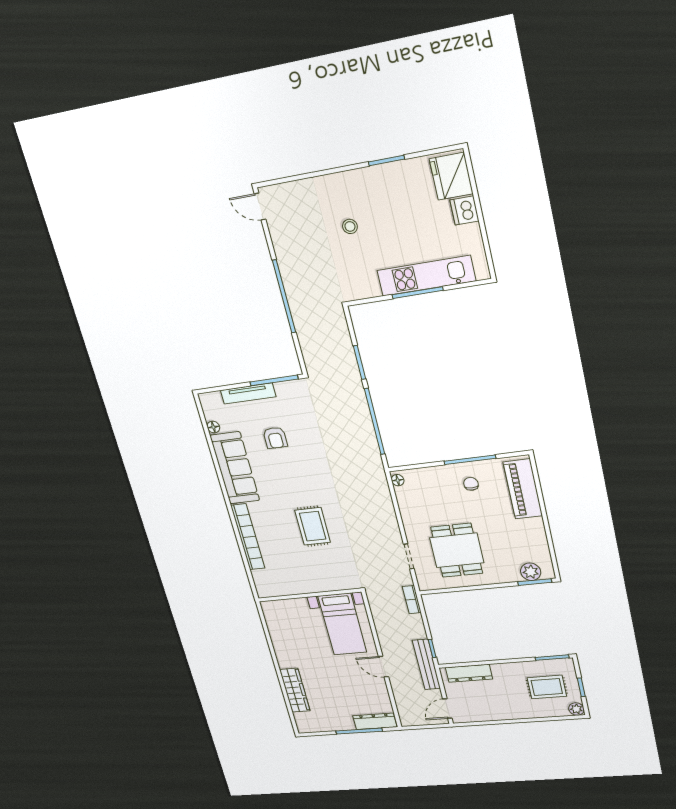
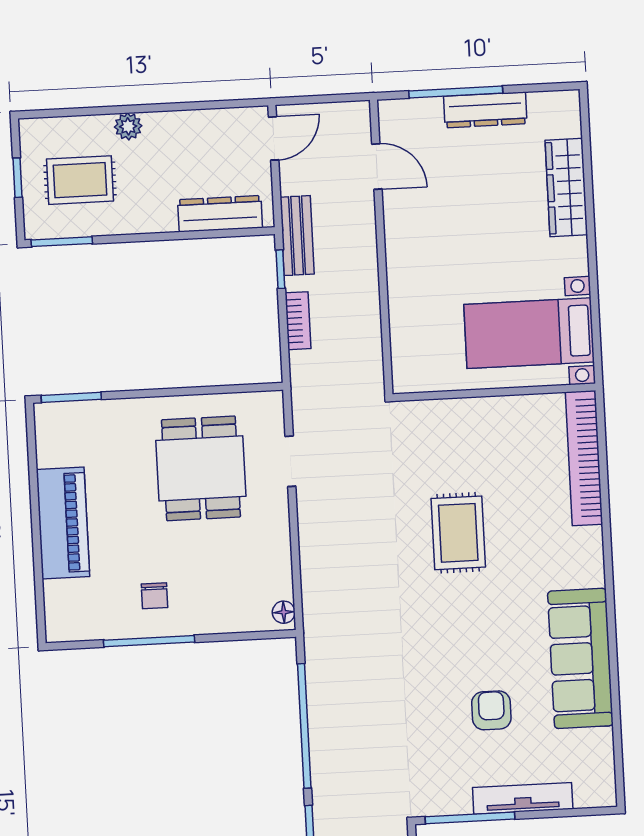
floor lamp: (213, 427) -> (602, 741), removed
piano: (523, 489) -> (63, 523), moved
bookcase: (248, 537) -> (584, 458), moved
plant: (531, 572) -> (75, 418), removed
bookcase: (412, 600) -> (298, 321), moved
bed with nightstands: (342, 624) -> (529, 333), moved, turned -90
bench: (426, 664) -> (297, 236), width x0.73
door: (384, 667) -> (377, 167), moved
plant: (576, 709) -> (128, 126), moved
dresser: (375, 721) -> (485, 110), moved

